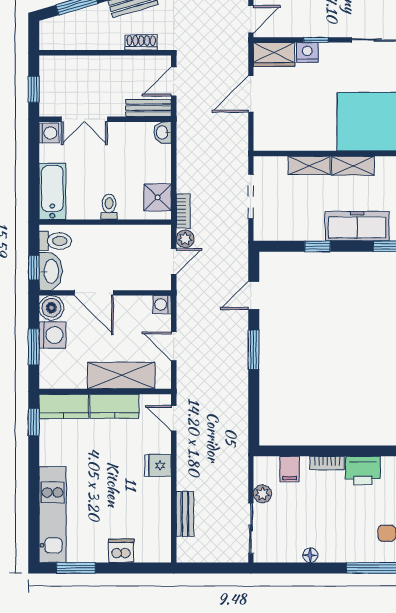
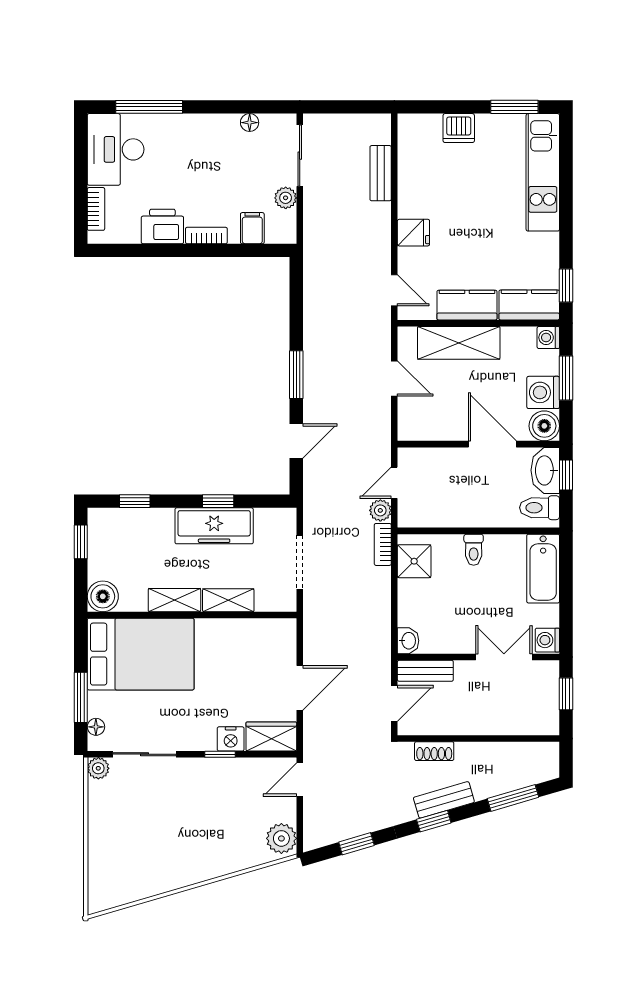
freezer: (357, 226) -> (214, 526), moved
washing machine: (162, 305) -> (548, 337), moved, turned 180
floor lamp: (310, 555) -> (250, 123), moved

